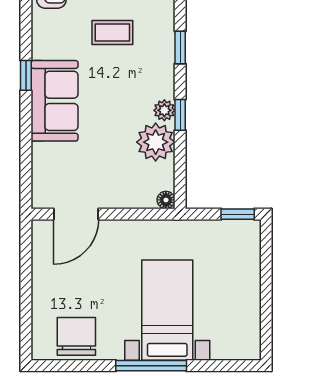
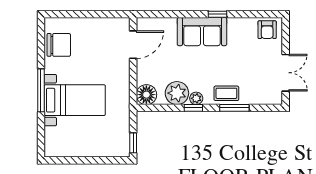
coffee table: (112, 32) -> (226, 93), moved, turned 90
window: (180, 47) -> (234, 108), width x1.50
floor lamp: (166, 200) -> (146, 95), width x1.89, depth x1.89
door: (76, 214) -> (133, 45), swing flipped

